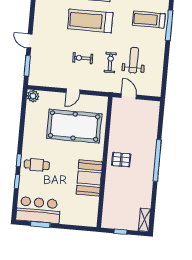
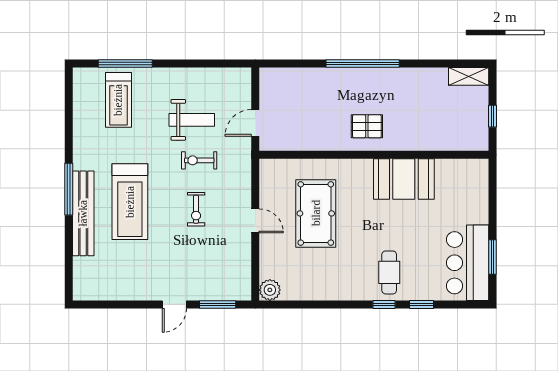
weight bench: (134, 60) -> (192, 120), turned 180
pool table: (74, 126) -> (316, 213), width x0.73, depth x0.76
pallet: (121, 160) -> (367, 126), turned 90

